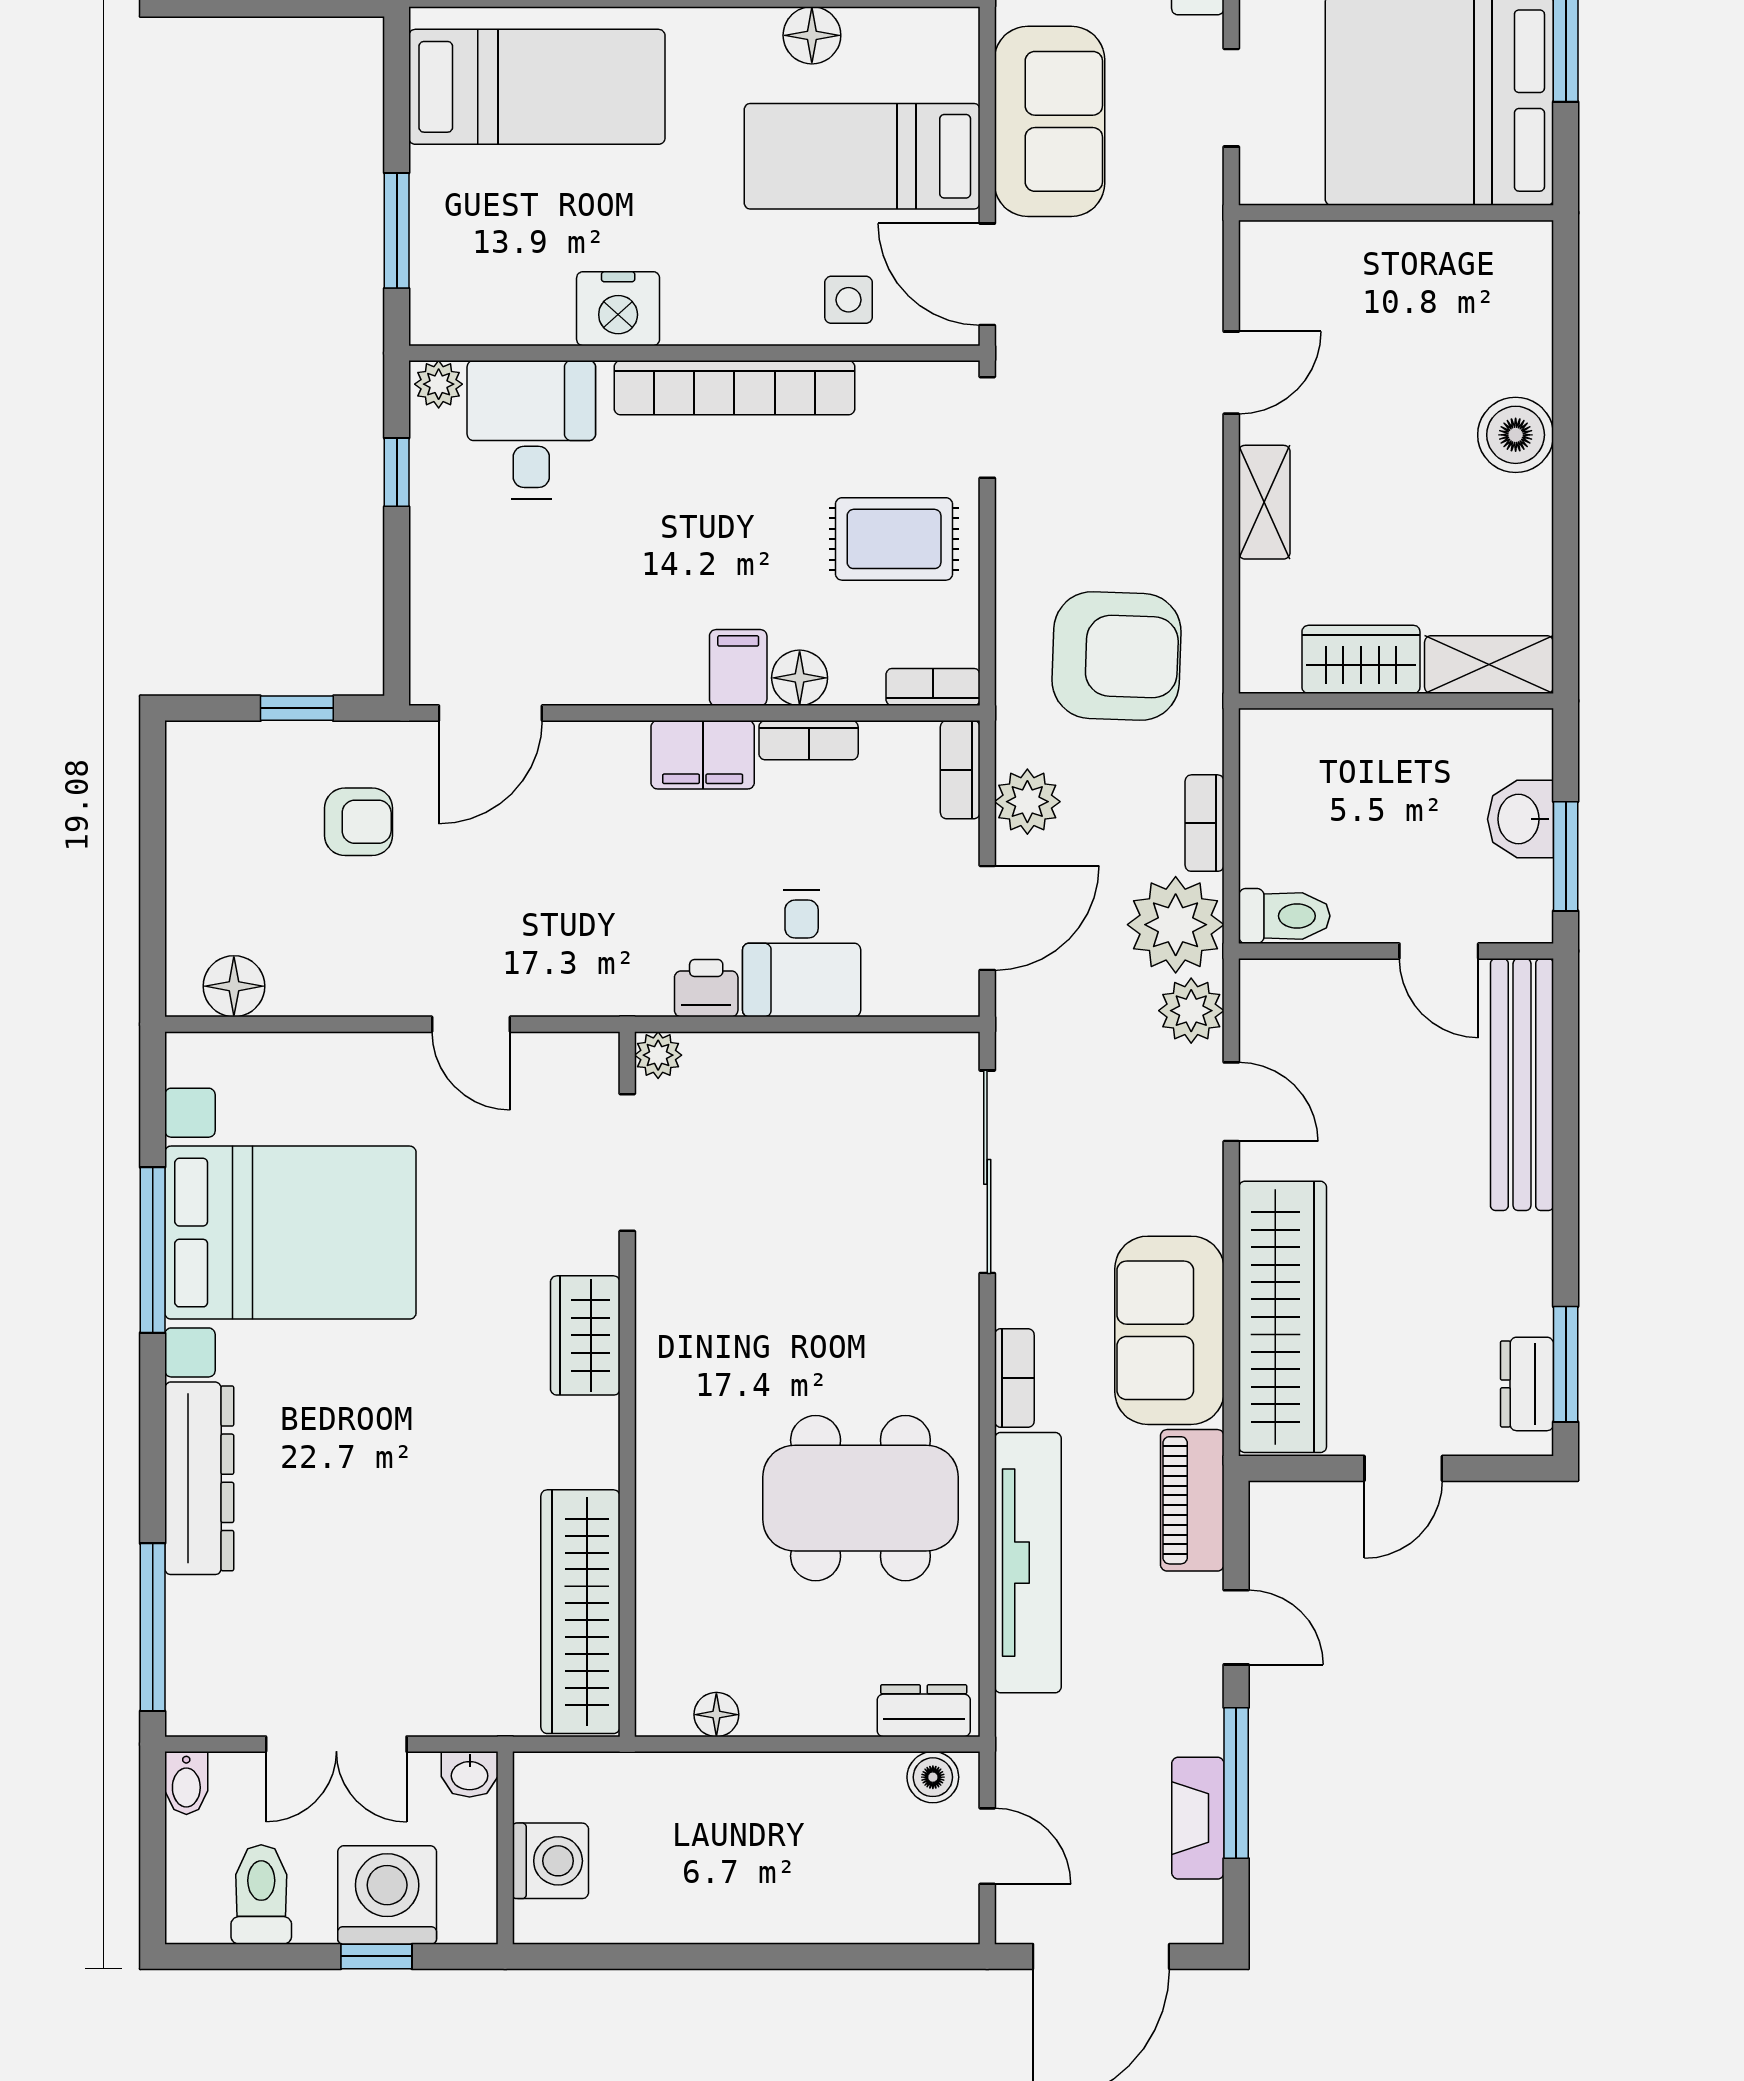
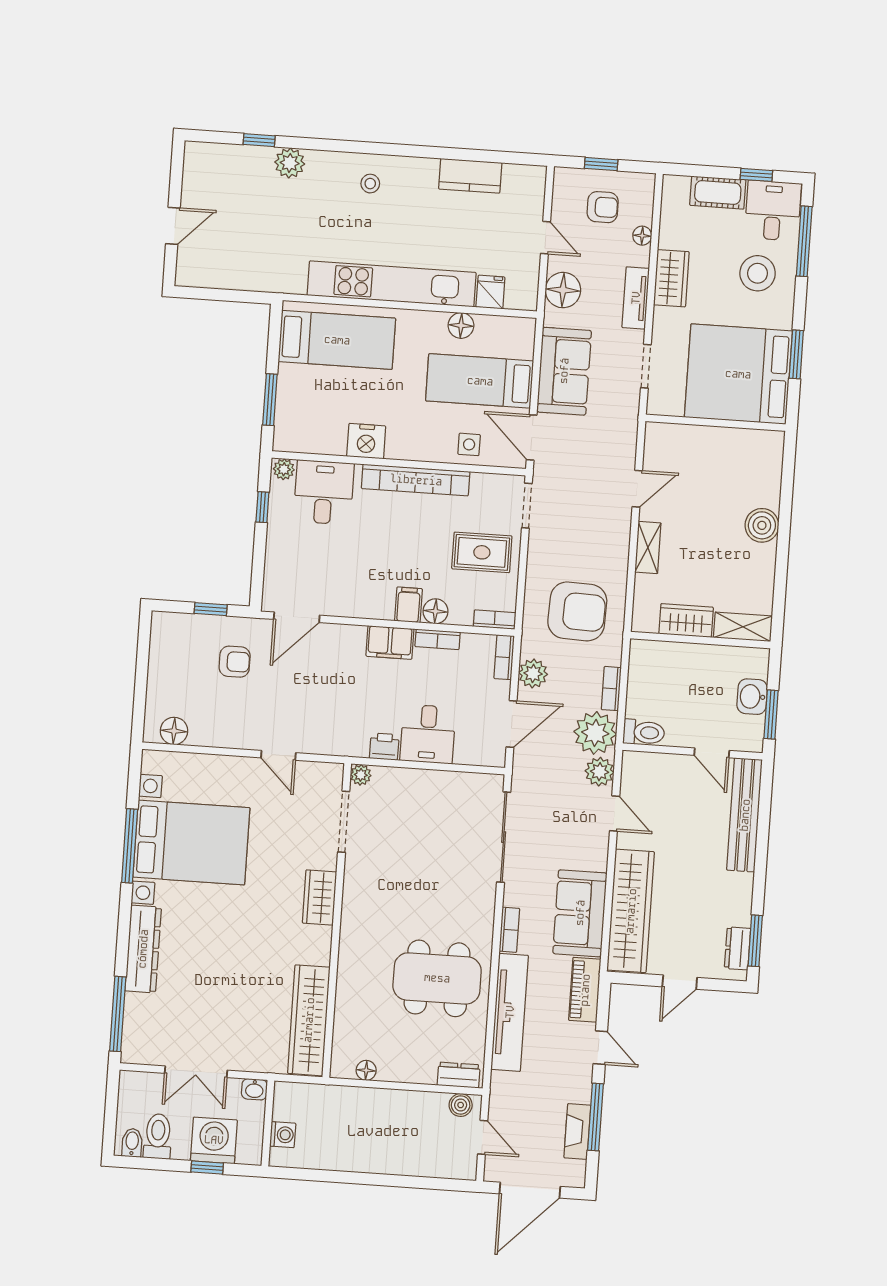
bidet: (186, 1783) -> (132, 1143), moved, turned 180
washing machine: (550, 1861) -> (283, 1135), width x0.73, depth x0.73

